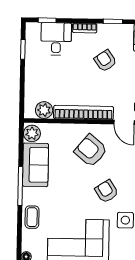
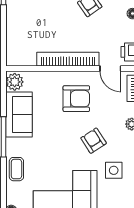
plant: (44, 110) -> (27, 57), removed
armchair: (91, 151) -> (76, 99), turned 140

